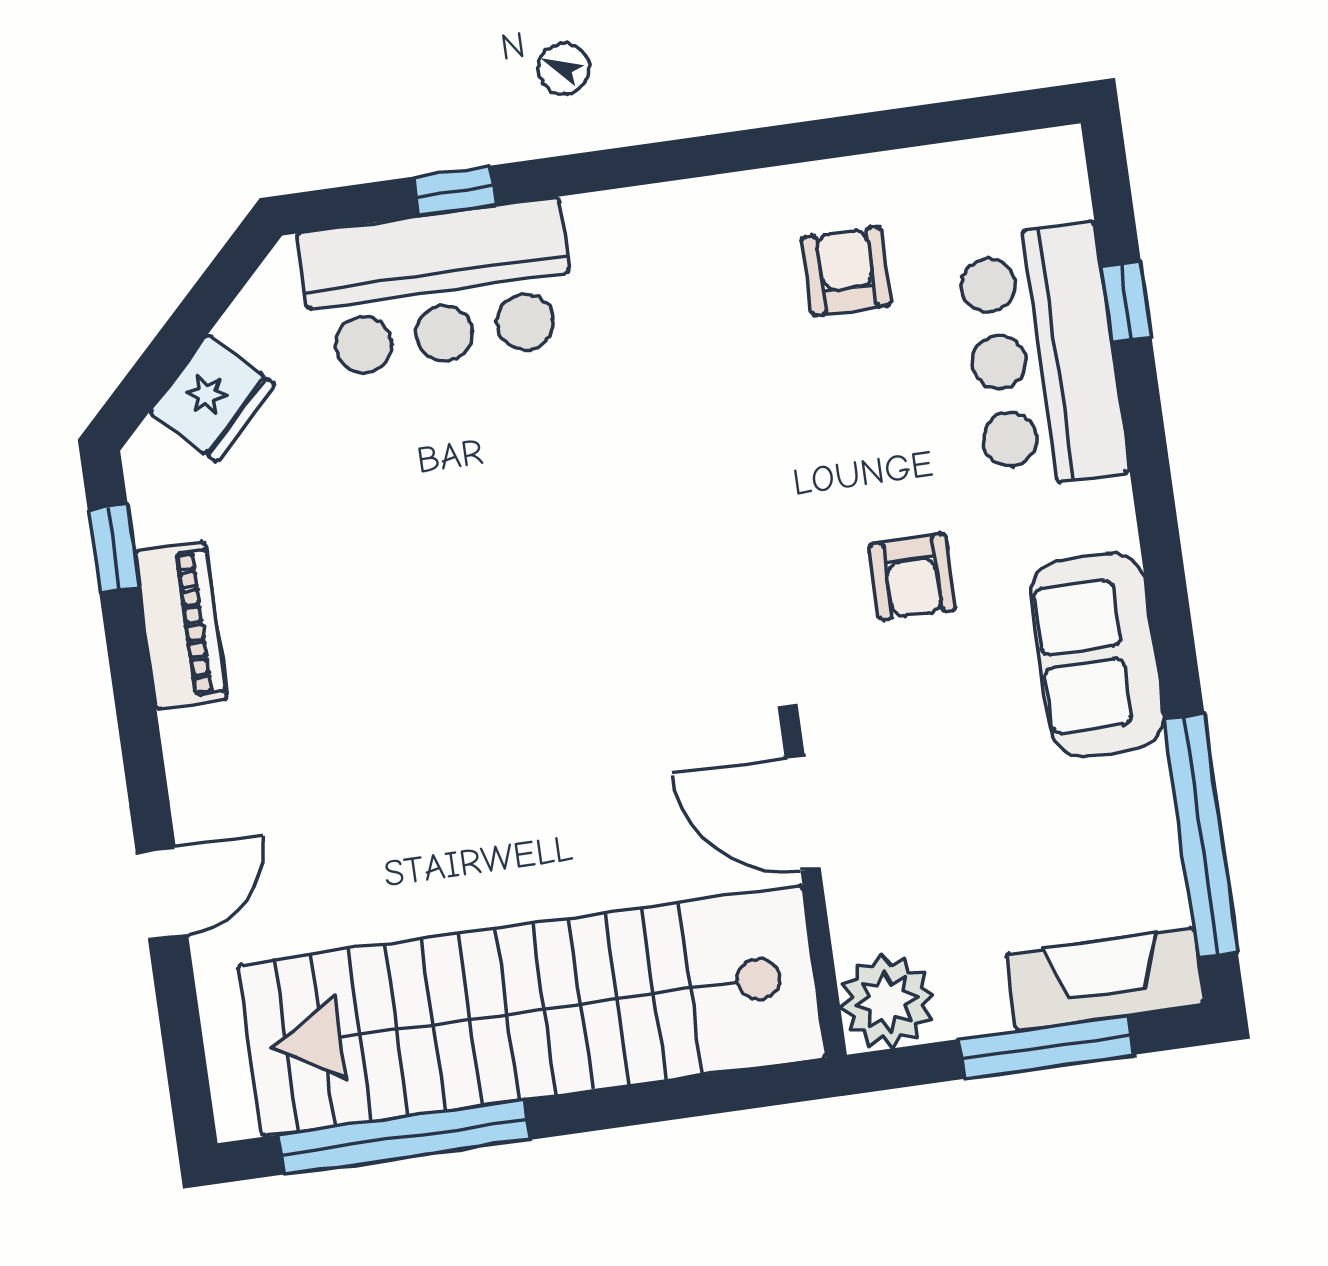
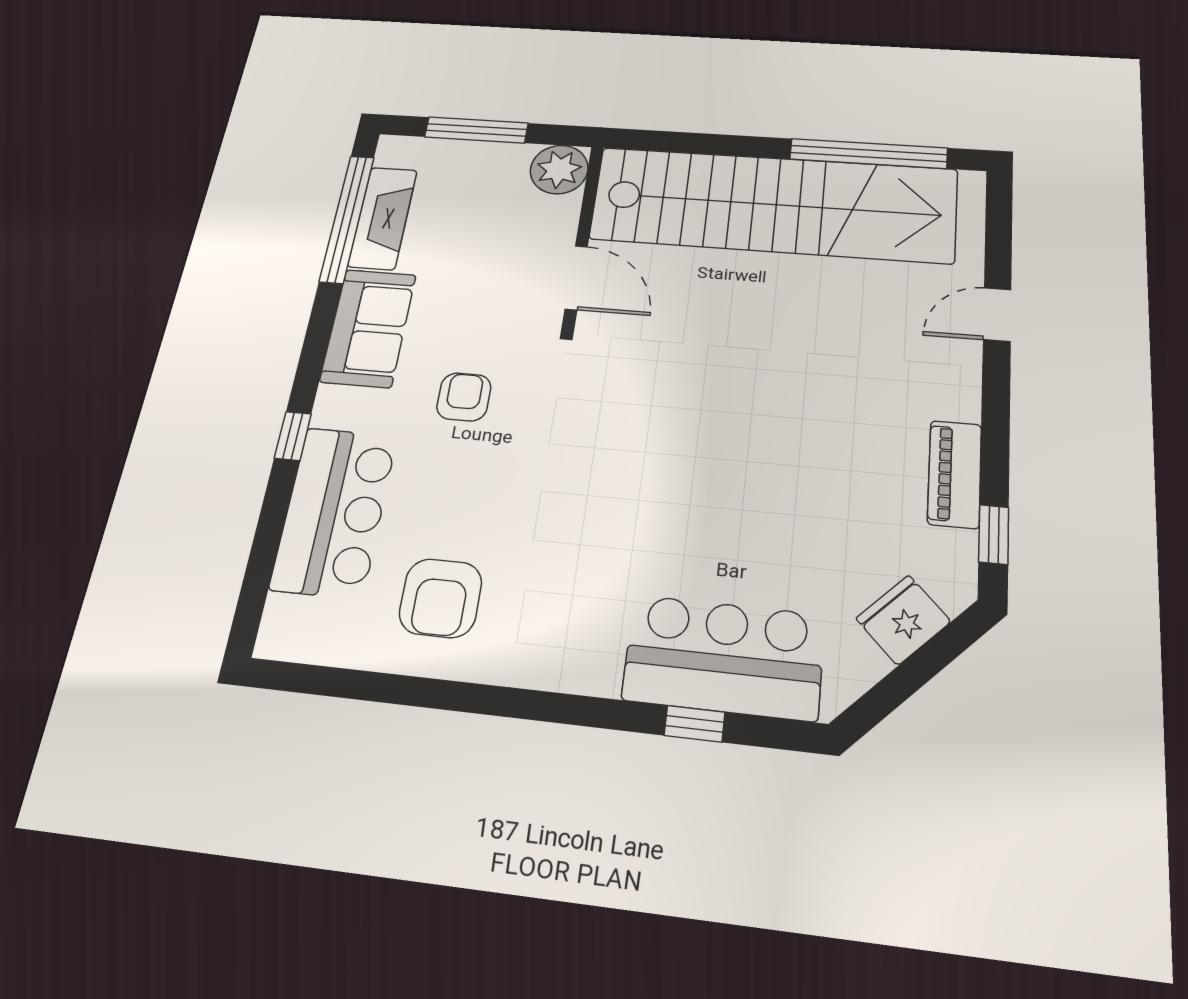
armchair: (846, 271) -> (440, 598), width x1.38, depth x1.38
window: (1126, 302) -> (293, 436), moved
fireplace: (1105, 979) -> (383, 218), moved, turned -90

